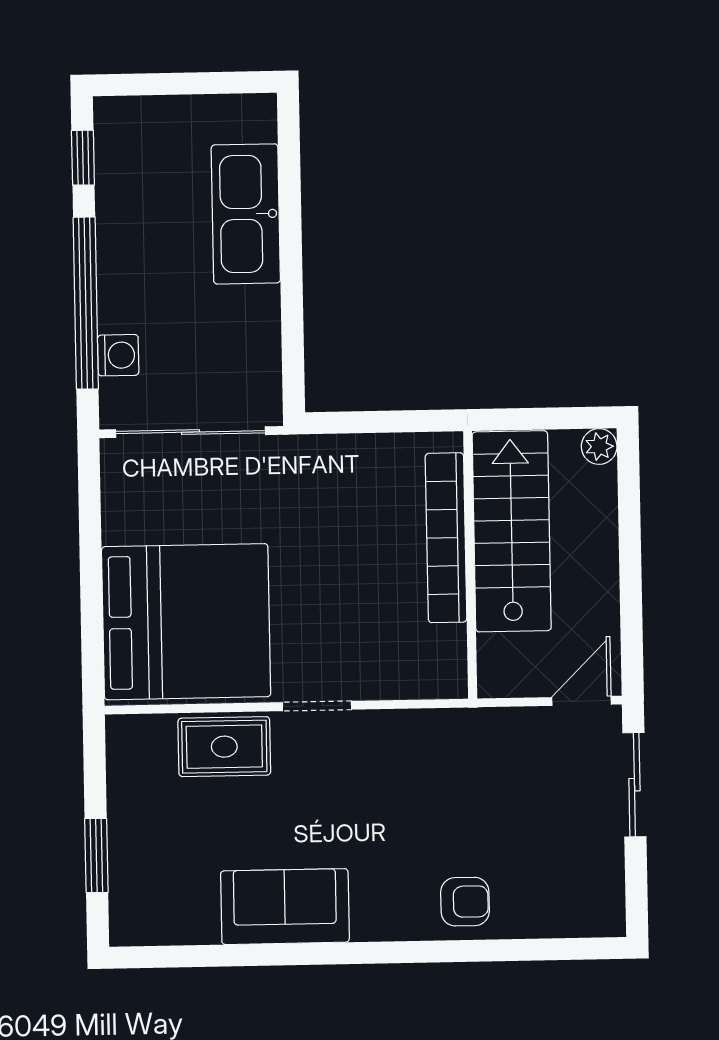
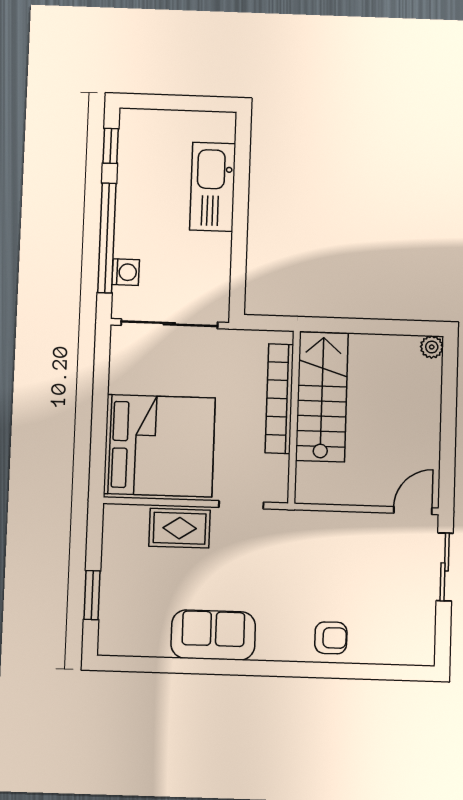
stairs: (512, 531) -> (322, 397), moved
bookcase: (446, 538) -> (279, 399), moved
wall: (470, 565) -> (294, 417), moved

